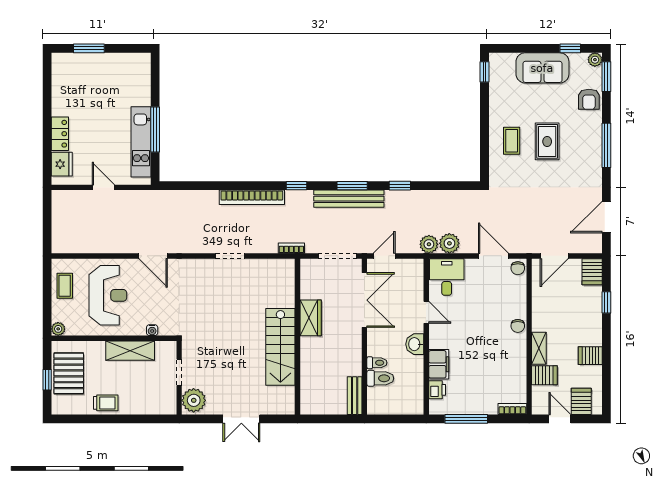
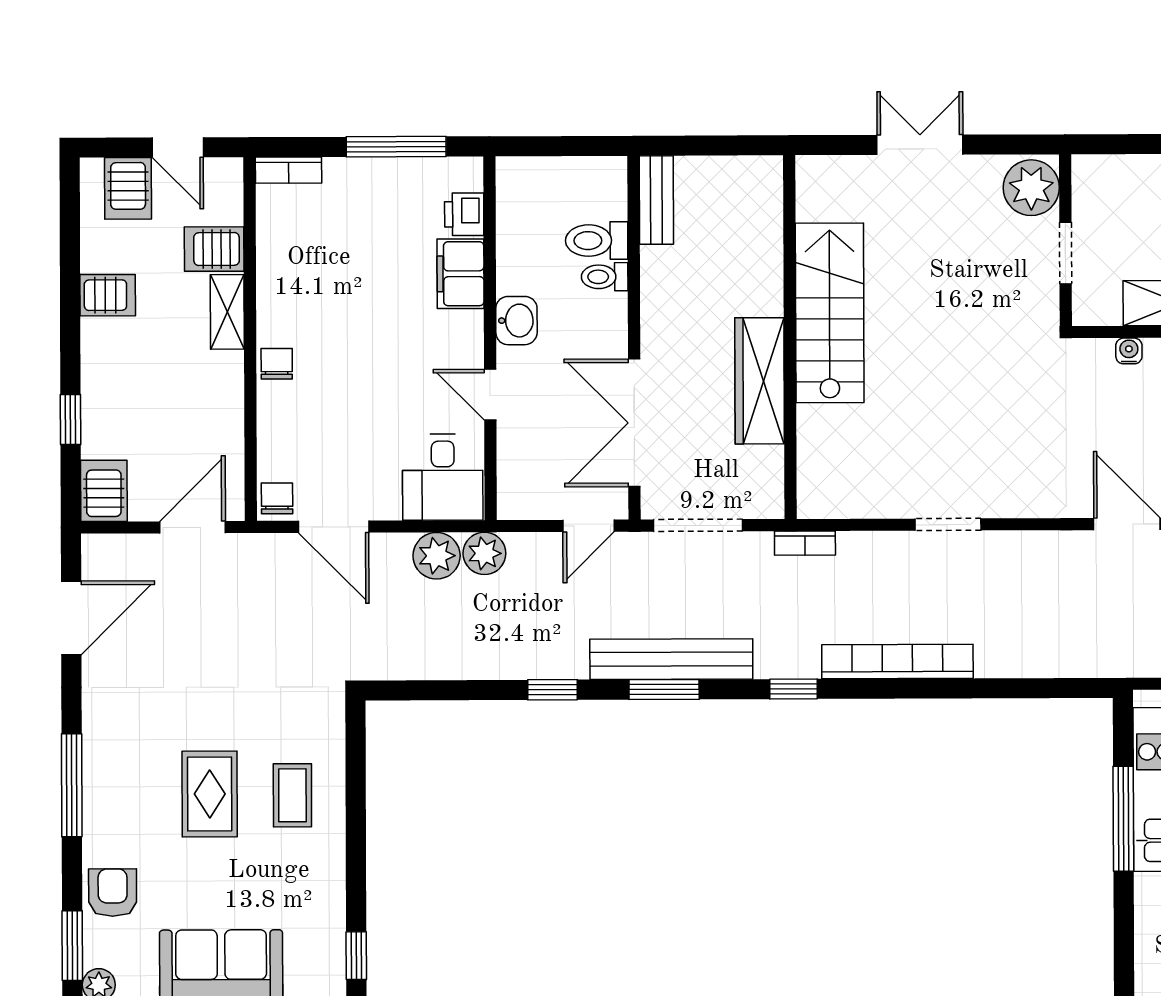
wardrobe: (311, 318) -> (760, 381), width x1.50

